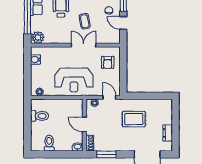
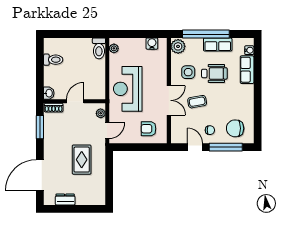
door: (123, 23) -> (195, 147), hinge flipped
side table: (60, 29) -> (188, 72), added
toilet: (40, 116) -> (99, 48), moved

